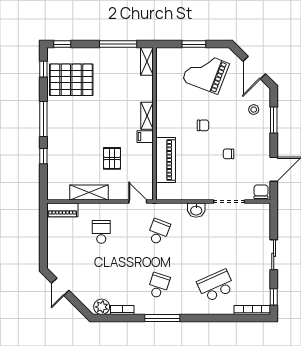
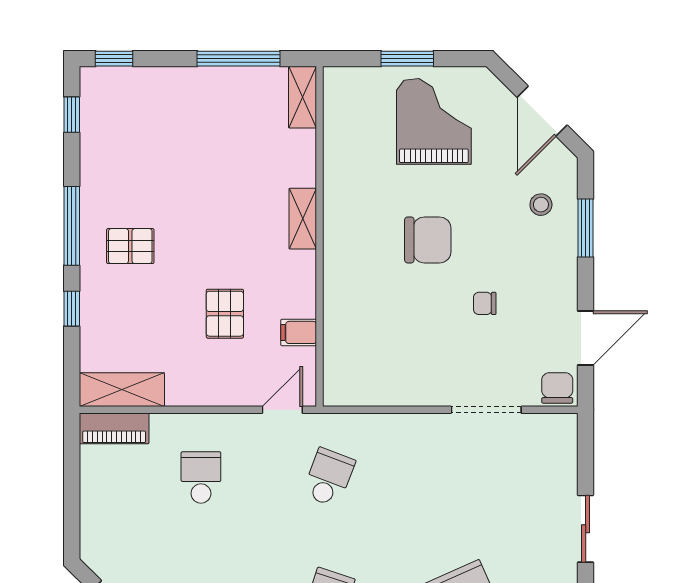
grand piano: (206, 72) -> (434, 121), turned 69
pallet: (71, 80) -> (130, 246), moved, width x0.49, depth x0.50
chair: (203, 125) -> (428, 240), width x1.87, depth x1.87
filing cabinet: (145, 137) -> (299, 332), moved
piano: (166, 160) -> (344, 317), removed
shelving: (89, 193) -> (122, 390), moved
door: (138, 202) -> (282, 410), hinge flipped
washbasin: (196, 210) -> (413, 429), removed

